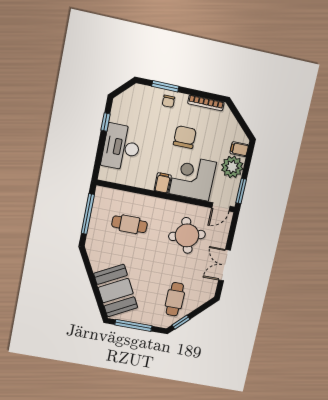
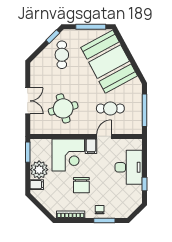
door: (221, 207) -> (104, 136), moved
double door: (224, 265) -> (28, 101), moved
booth: (116, 291) -> (109, 62), width x1.36, depth x1.42

